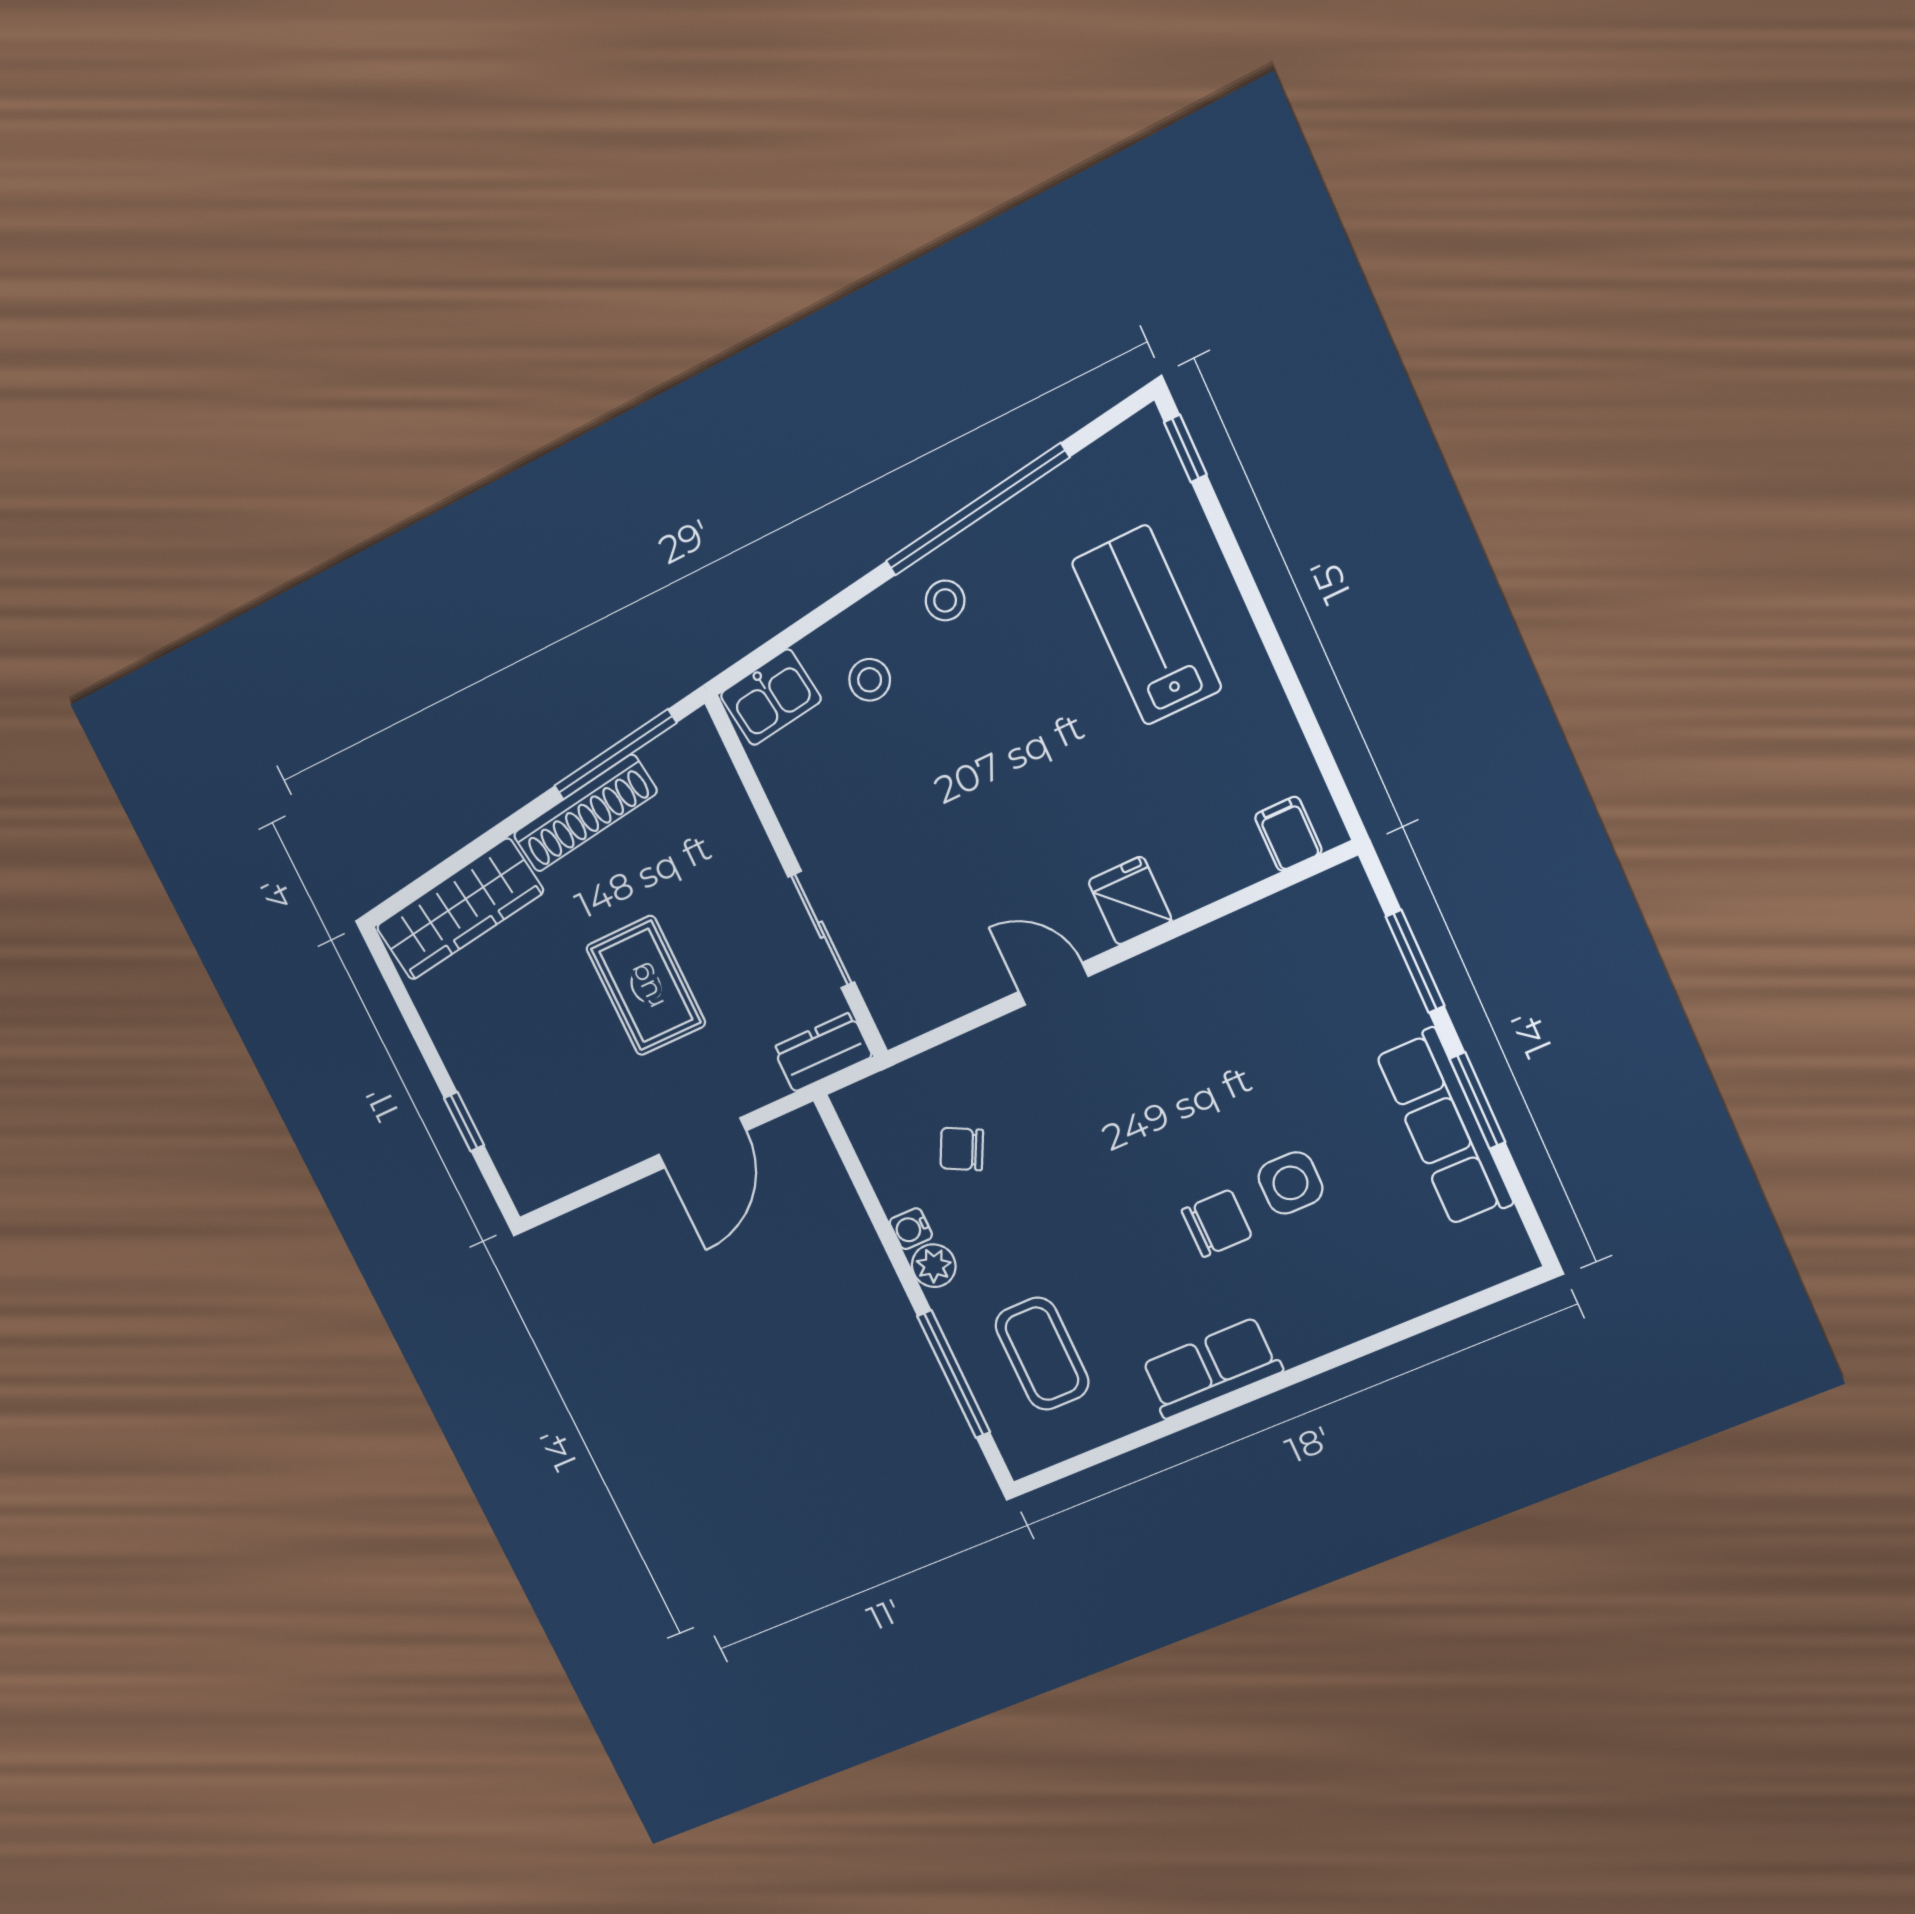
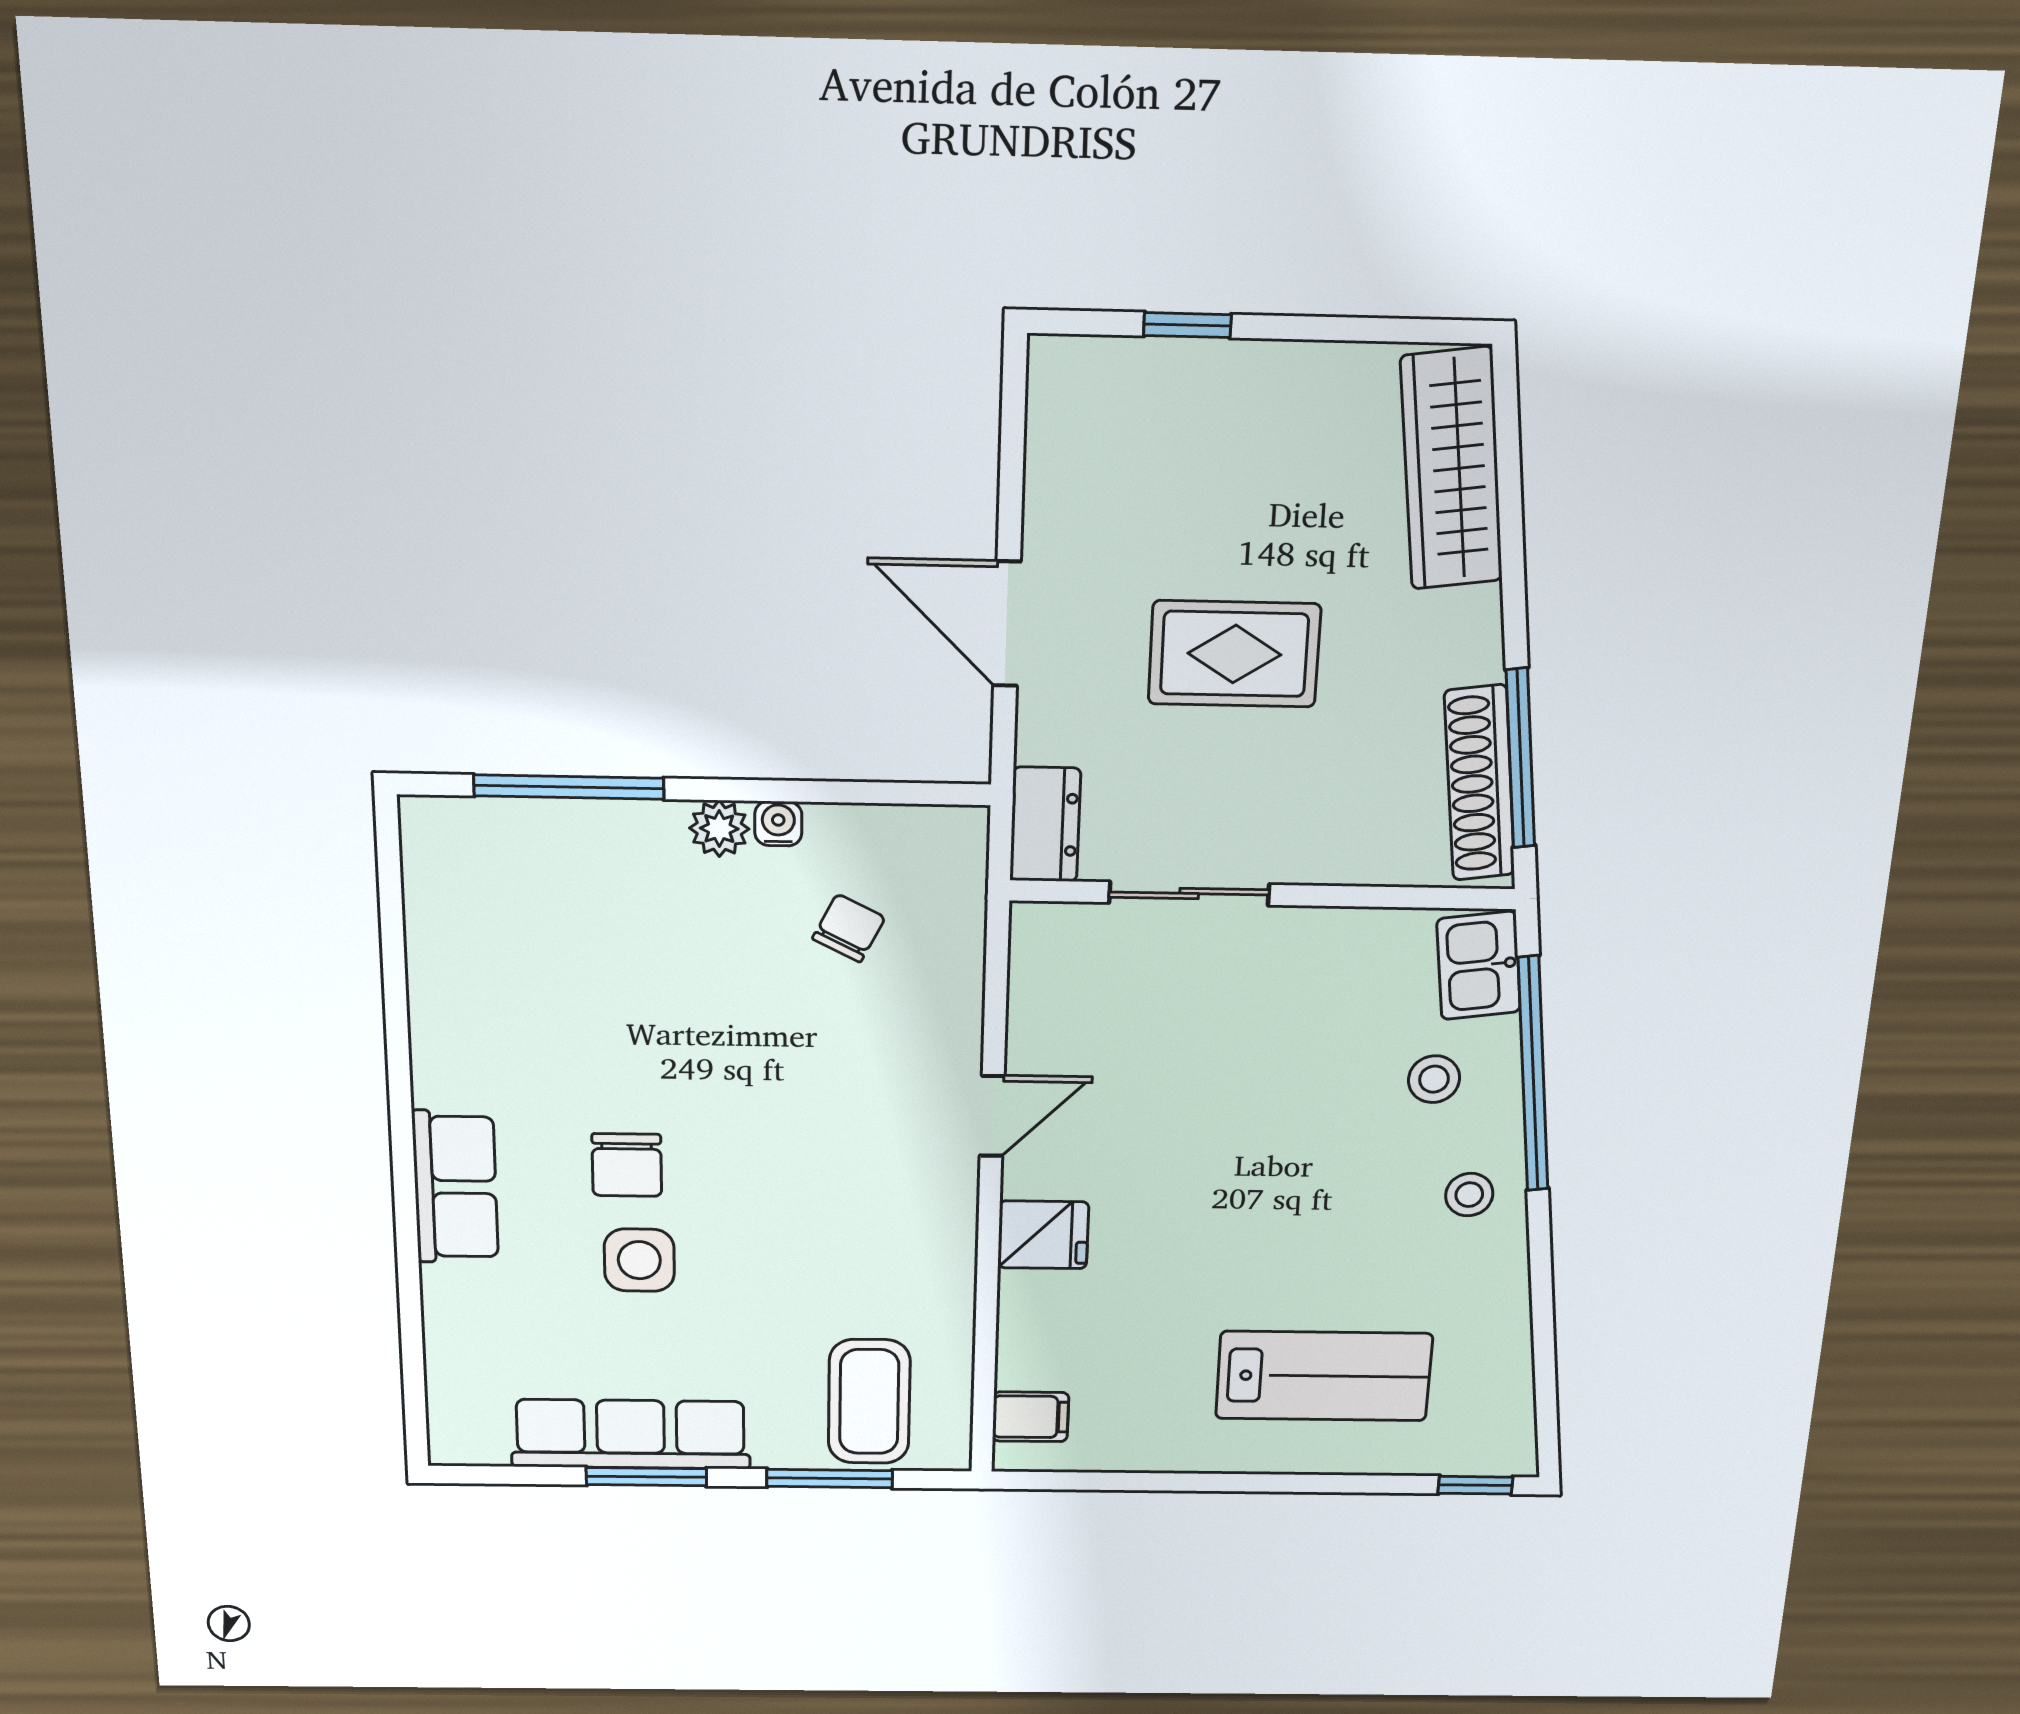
window: (977, 510) -> (1533, 1074), moved
shoe rack: (585, 813) -> (1480, 783), moved
coffee table: (1042, 1354) -> (869, 1402), moved, turned 90
row of seats: (1211, 1368) -> (455, 1187), moved

